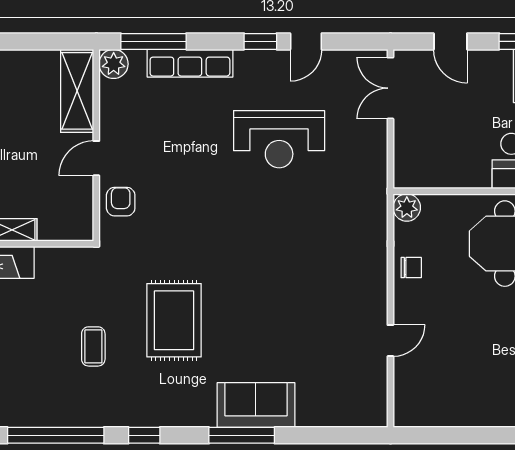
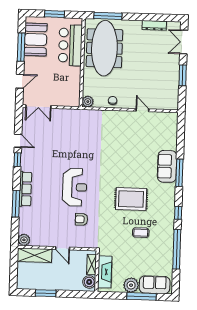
plant: (114, 64) -> (24, 240), moved
shelving: (77, 91) -> (35, 255), moved
reception desk: (279, 139) -> (75, 187), moved
wall: (96, 145) -> (57, 248), moved
door: (96, 158) -> (63, 248), moved
window: (478, 435) -> (183, 75), added

